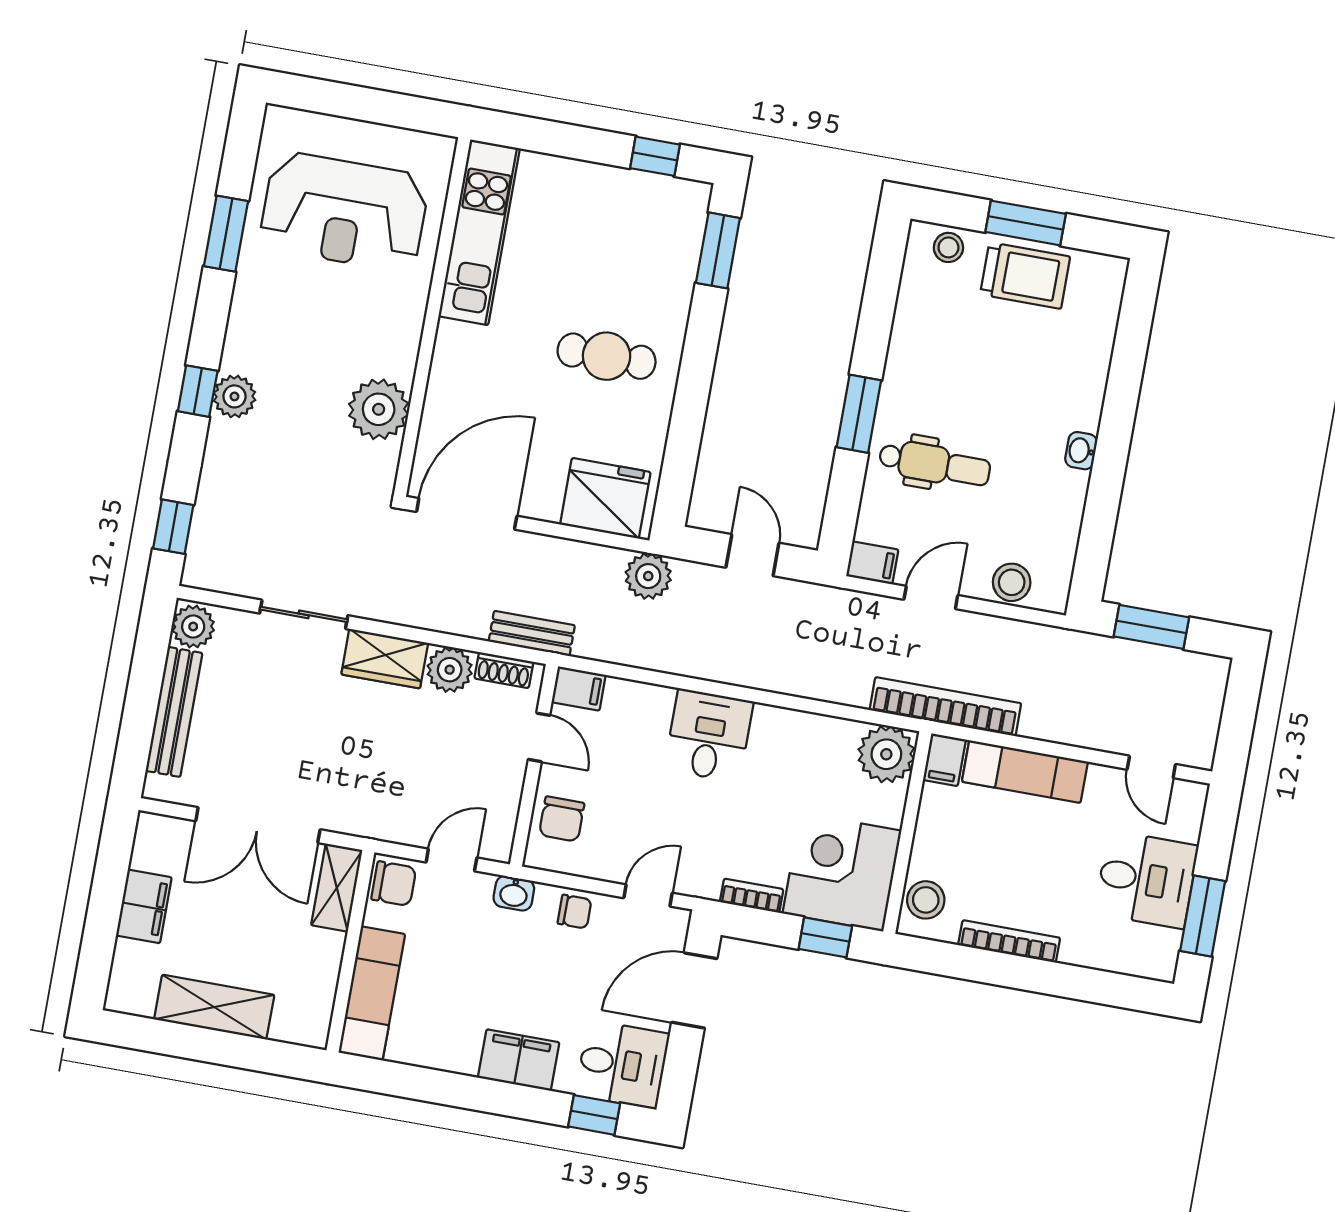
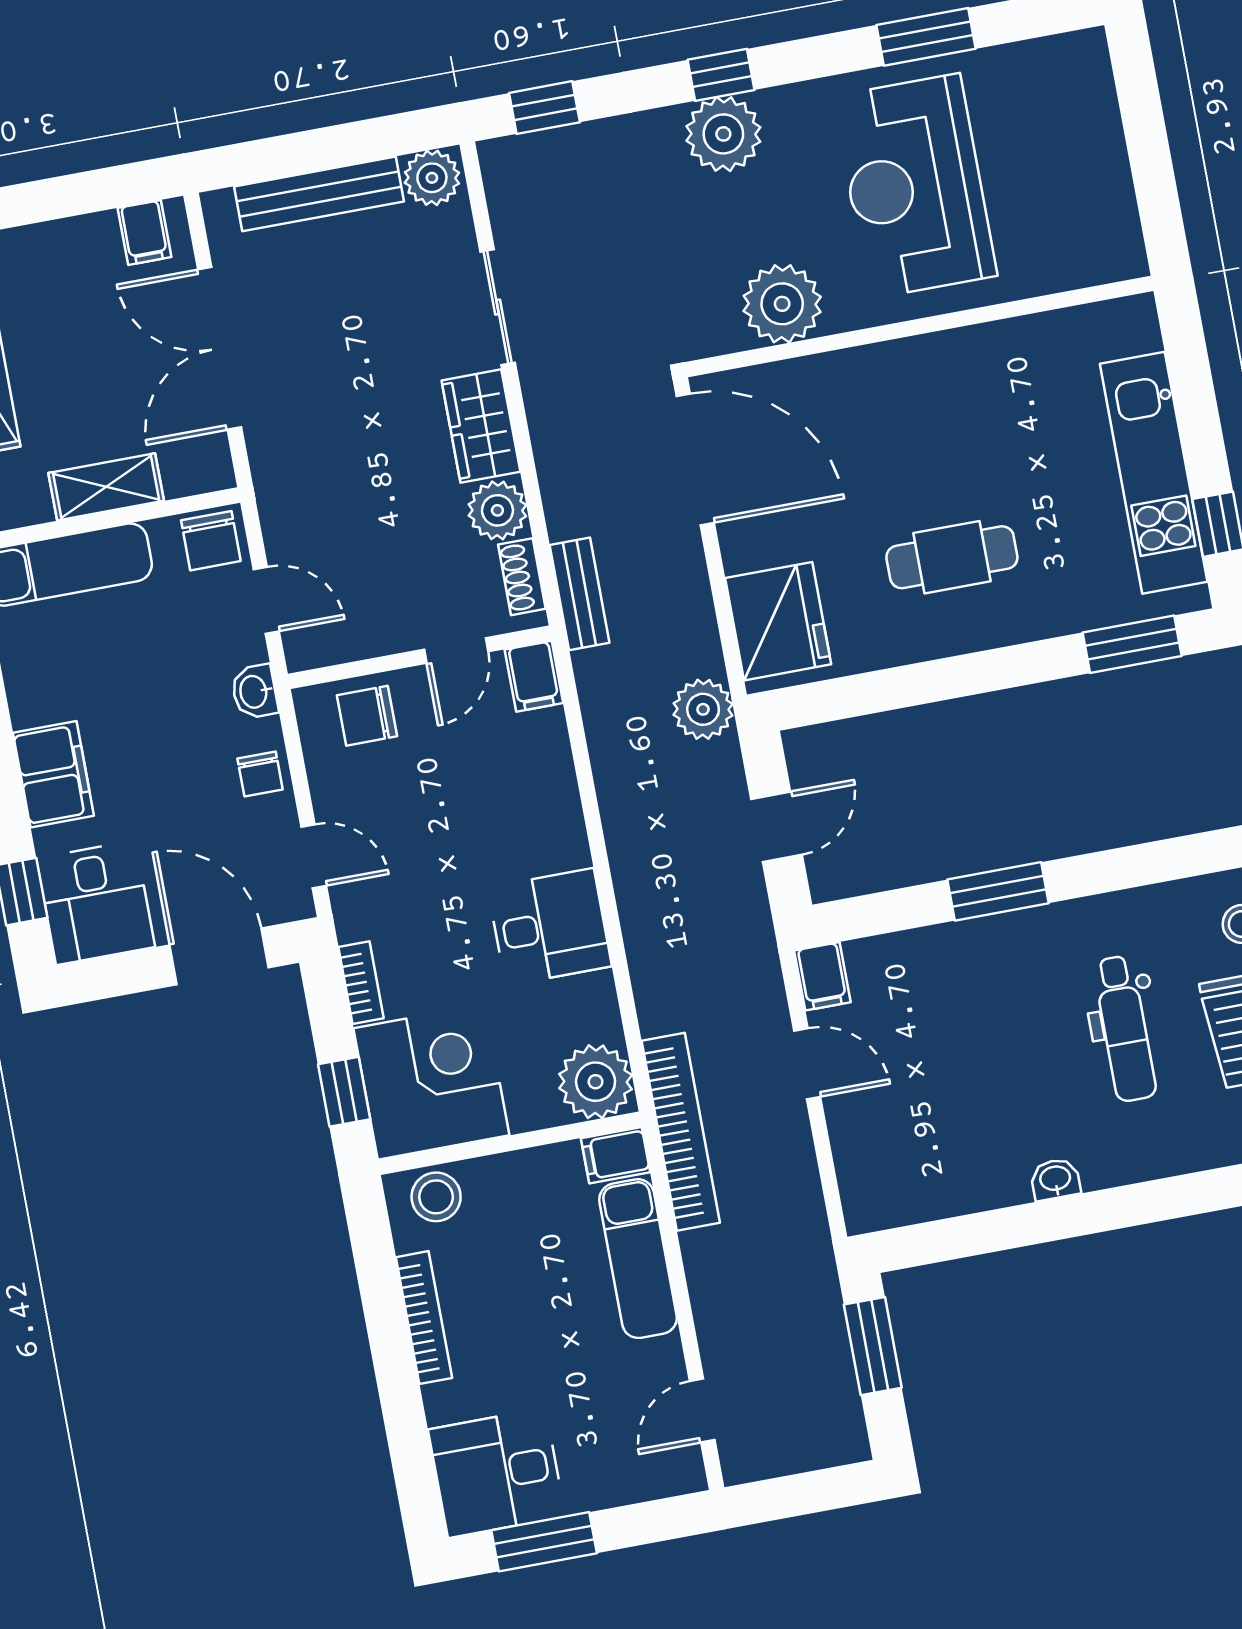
reception desk: (344, 212) -> (915, 186), moved
kitchen unit: (479, 232) -> (1154, 473), moved, turned 90
cafe table: (607, 356) -> (952, 557), turned 90
plant: (234, 396) -> (723, 134), width x1.36, depth x1.36
dental chair: (935, 464) -> (1125, 1029), moved
stool: (1012, 582) -> (863, 1155), removed
desk: (709, 736) -> (550, 927), moved
desk: (1146, 880) -> (497, 1473), moved, turned 90
shelving: (337, 888) -> (106, 487), moved
filing cabinet: (144, 906) -> (144, 233), moved, width x0.50

